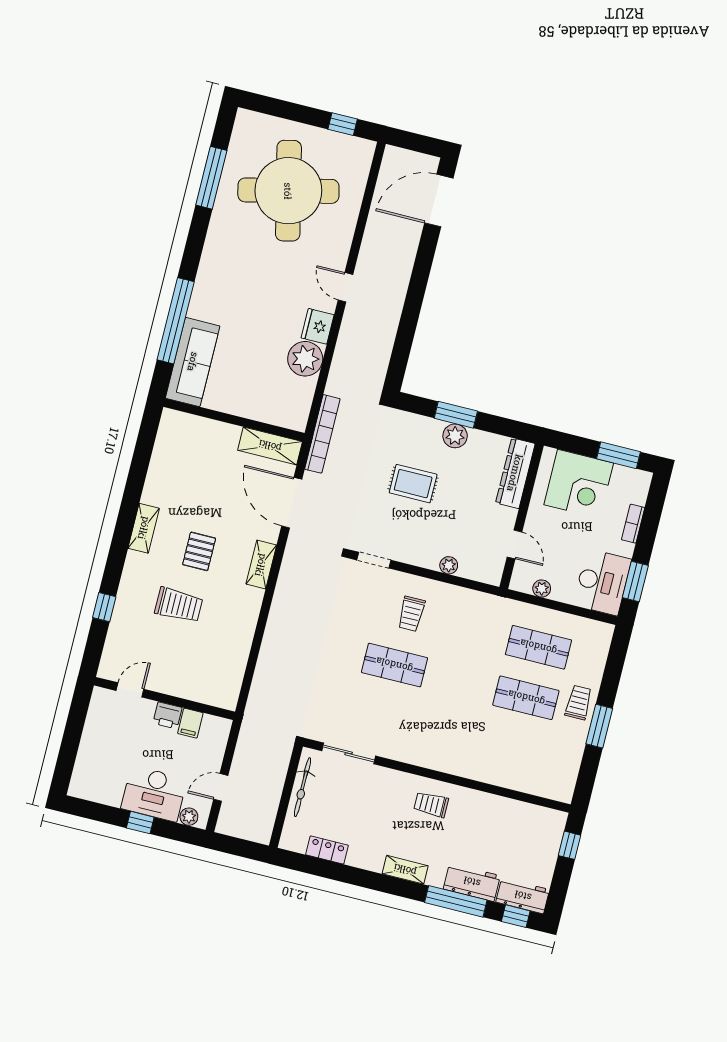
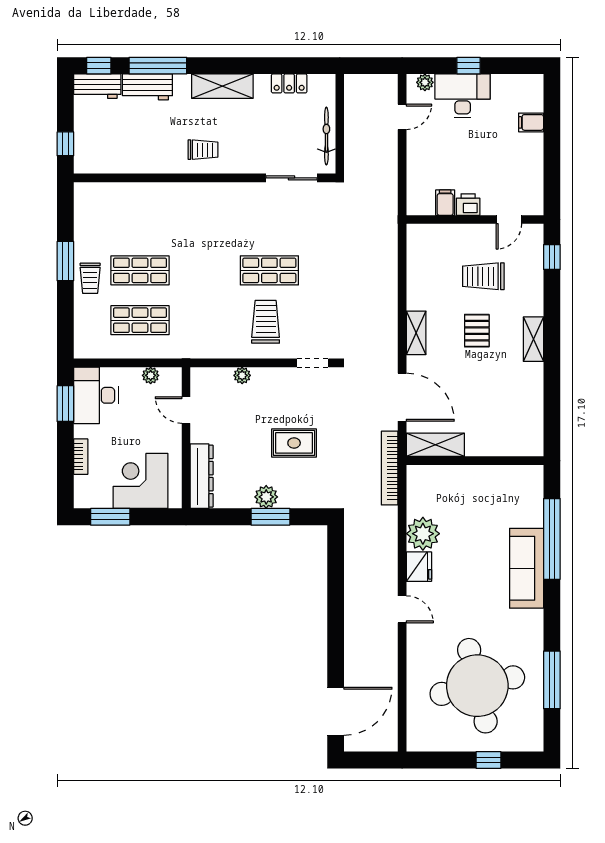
window: (343, 124) -> (489, 760), moved
sofa: (193, 362) -> (527, 568), moved
trolley: (411, 614) -> (266, 322), width x1.36, depth x1.39
door: (130, 690) -> (509, 219), moved
wall: (164, 699) -> (475, 219), moved
printer: (168, 715) -> (468, 205), moved
filing cabinet: (190, 723) -> (445, 203), moved
filing cabinet: (91, 749) -> (531, 122), added
shelving: (405, 870) -> (222, 86), width x1.50, depth x1.33

